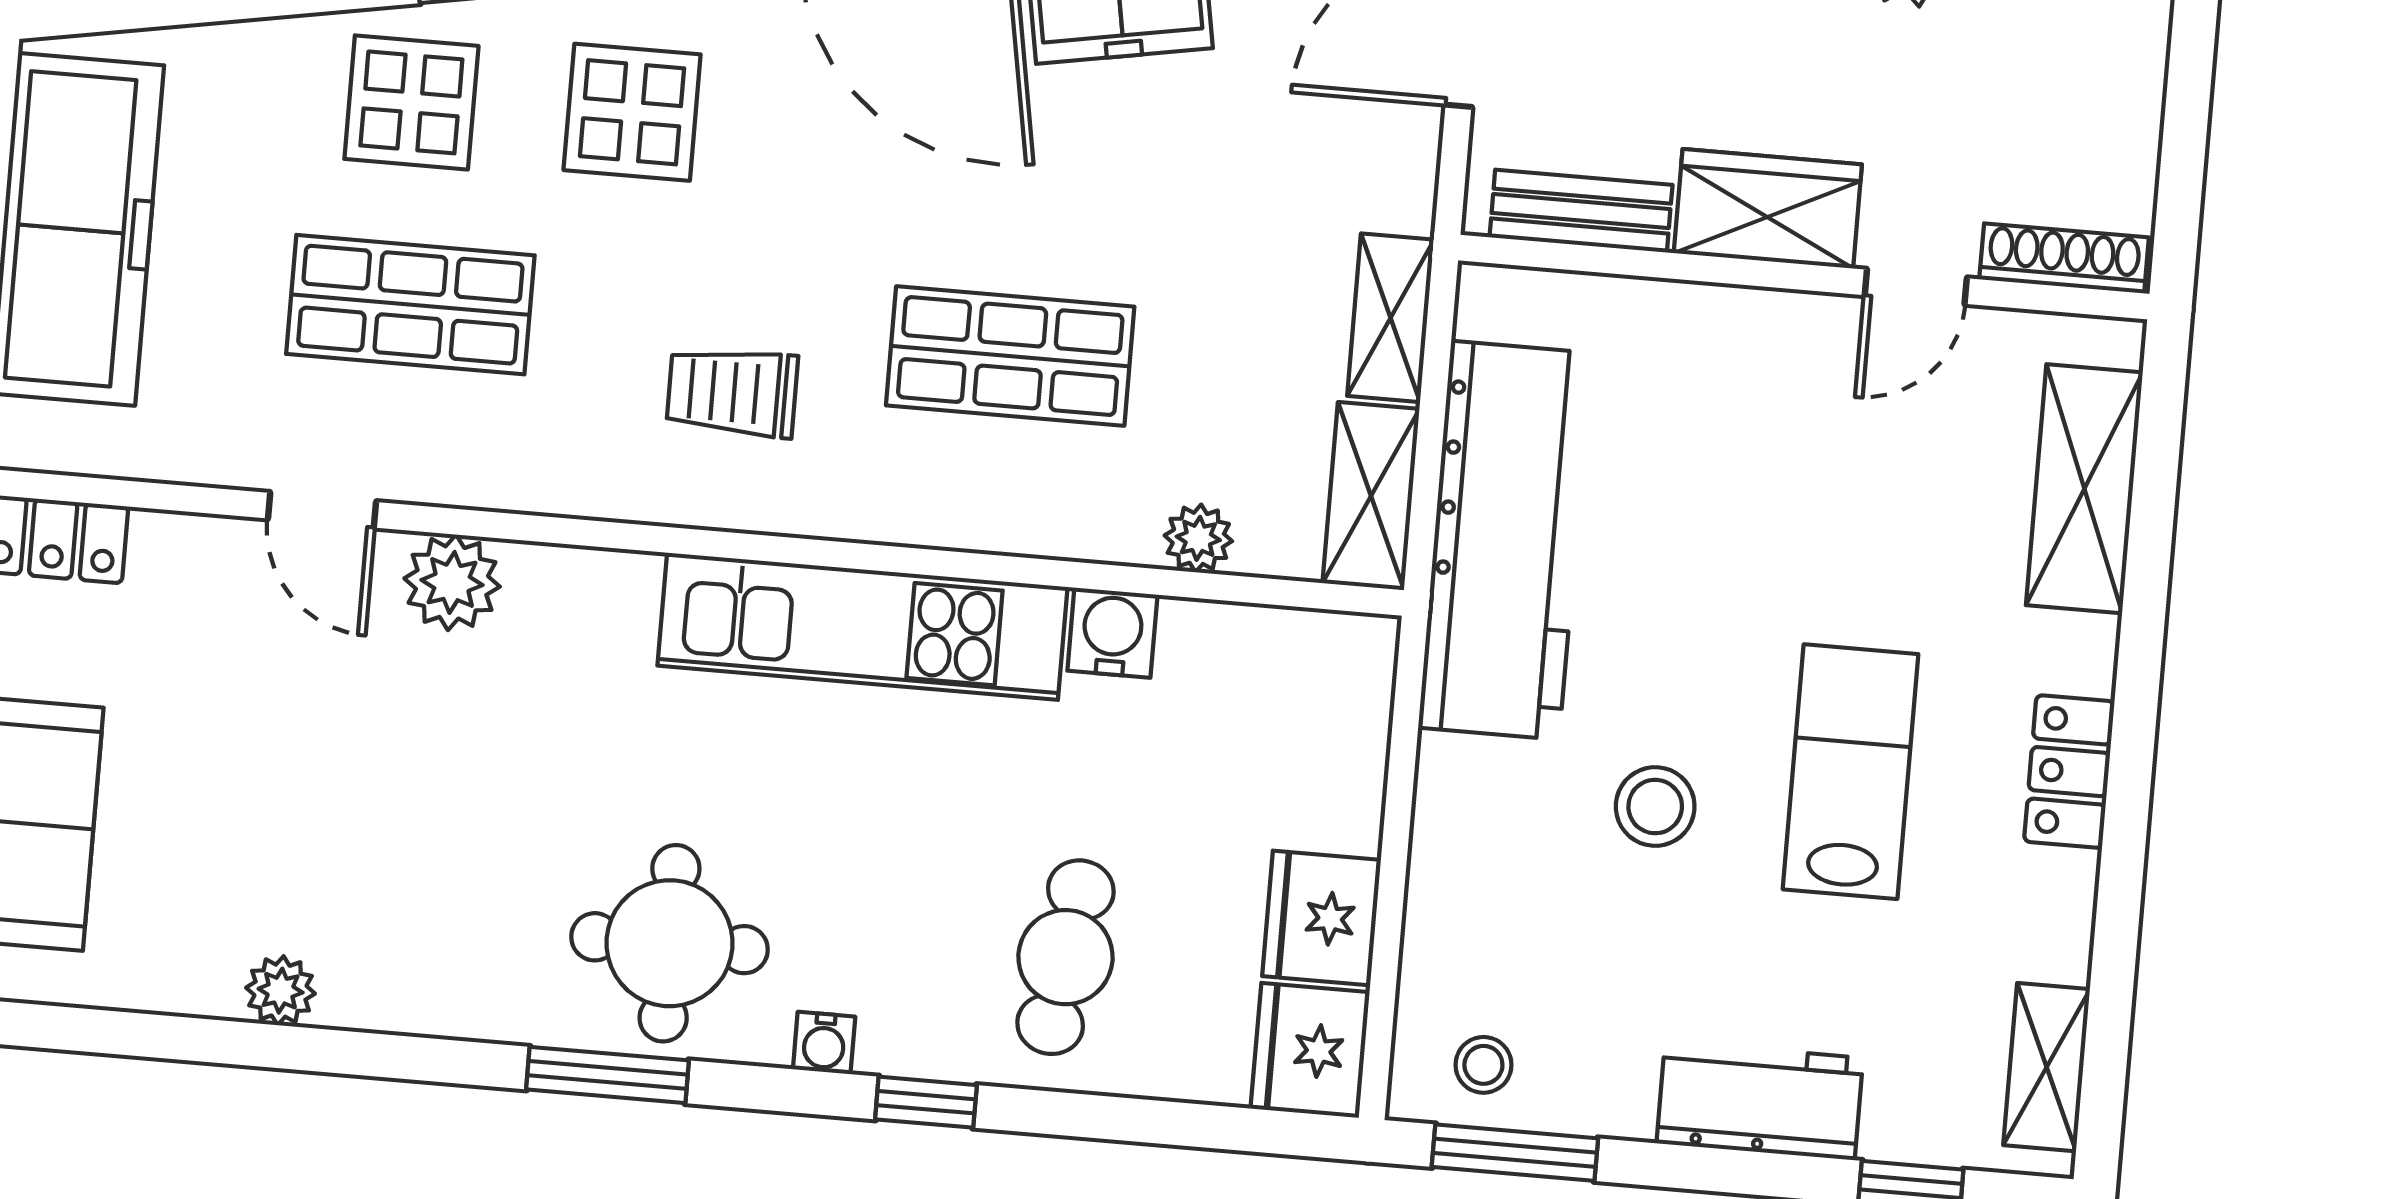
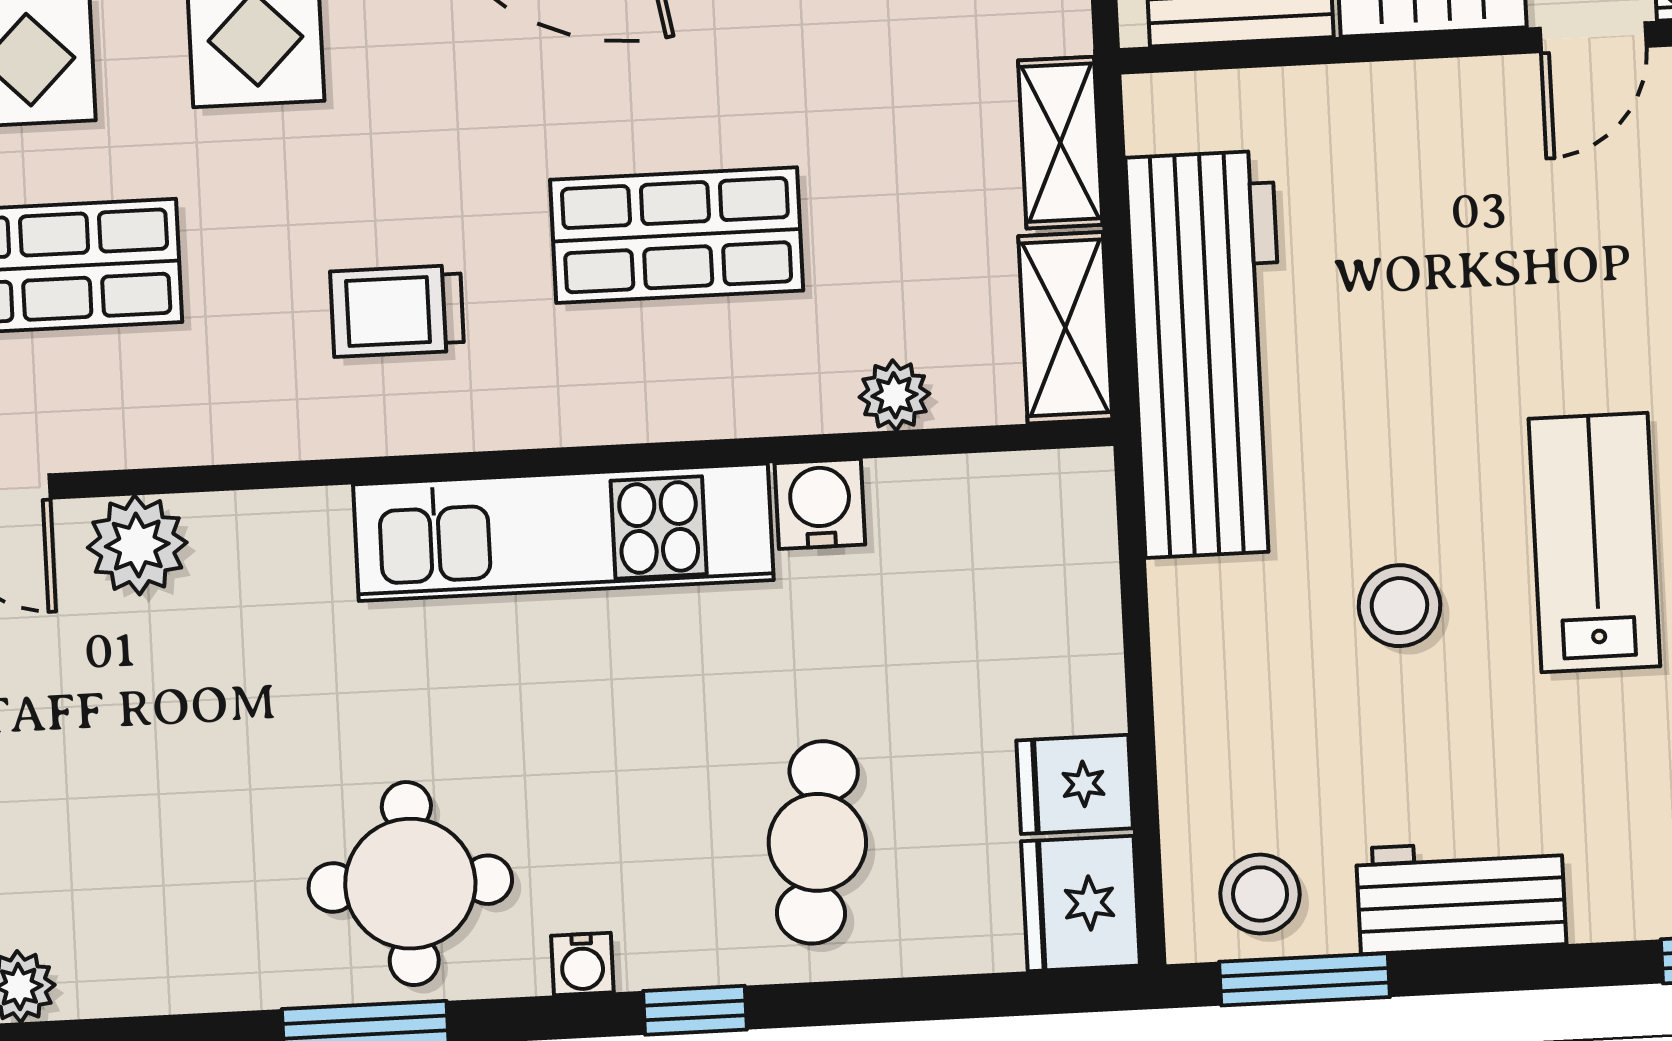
fridge: (1321, 918) -> (1075, 784), width x0.72
stool: (1483, 1065) -> (1260, 894), width x1.37, depth x1.37
workbench: (1760, 1101) -> (1461, 896), moved

